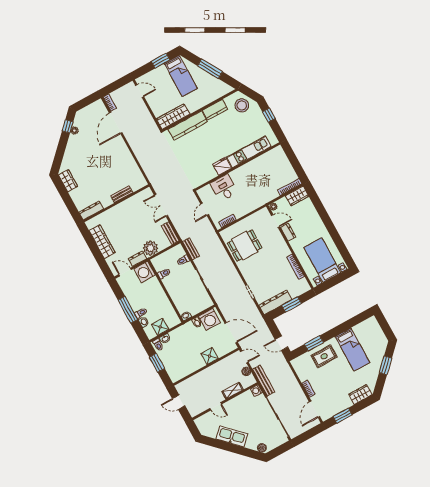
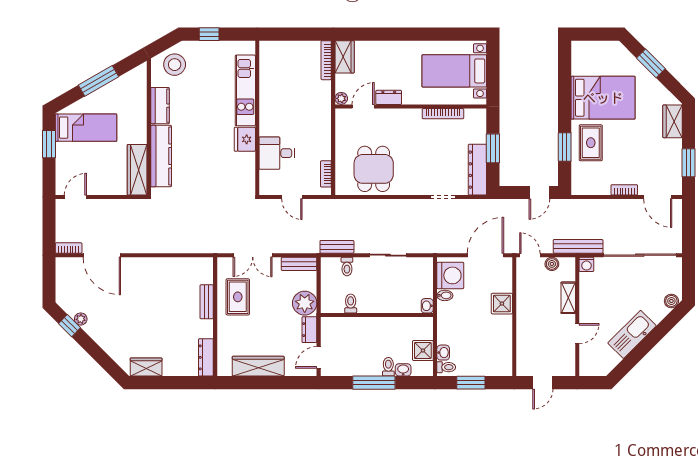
rug: (134, 210) -> (238, 297), added
washing machine: (145, 272) -> (333, 330), removed
bed: (352, 349) -> (603, 98), width x1.50
door: (244, 357) -> (530, 255), hinge flipped

